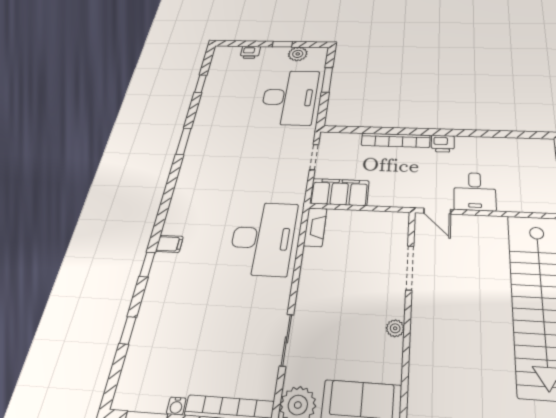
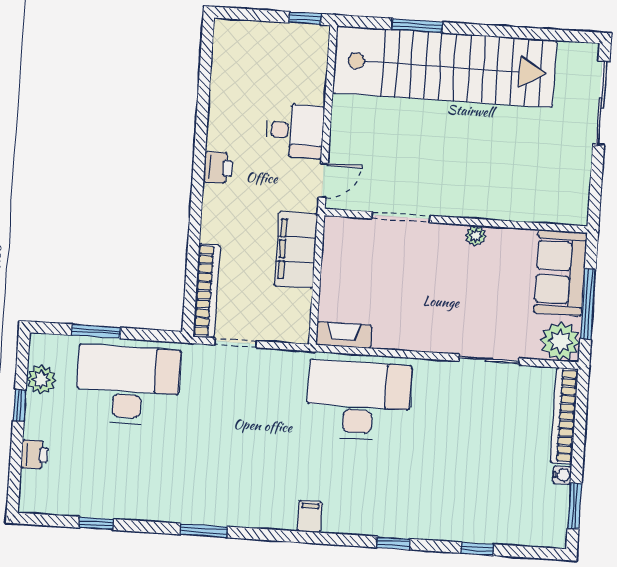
bookcase: (396, 140) -> (206, 291), moved
filing cabinet: (339, 192) -> (296, 250), moved
filing cabinet: (169, 244) -> (310, 517), moved

